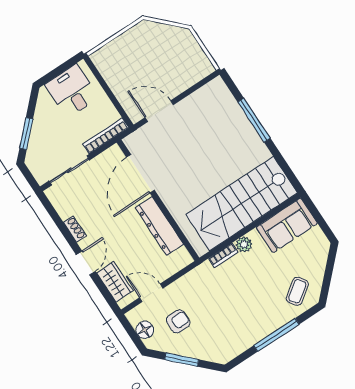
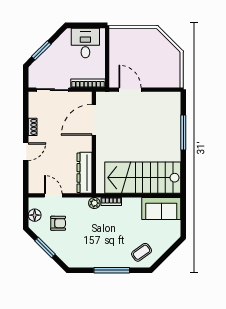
dresser: (159, 226) -> (85, 173), moved
plant: (244, 244) -> (94, 203), moved
wardrobe: (115, 282) -> (36, 174), removed

